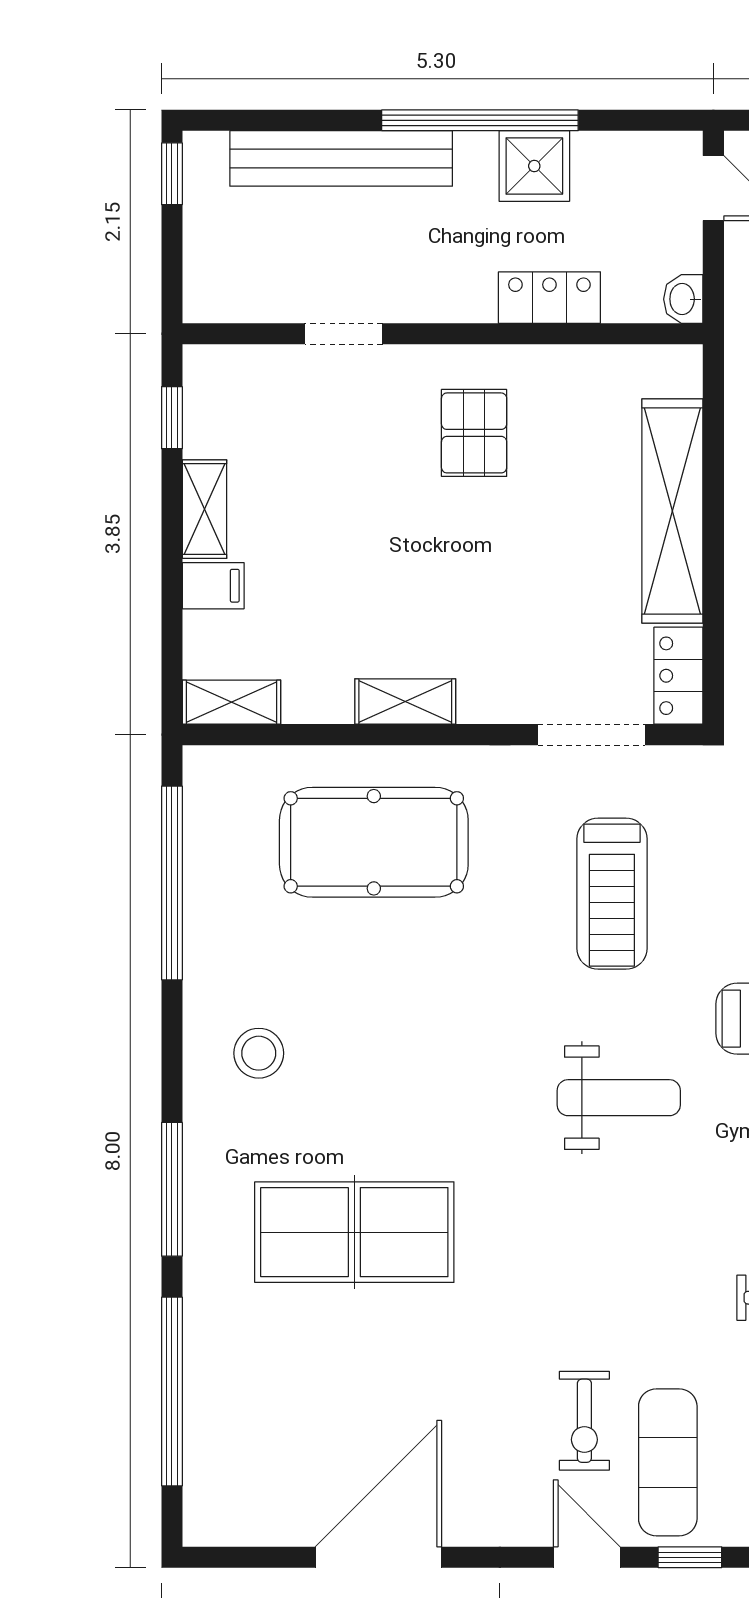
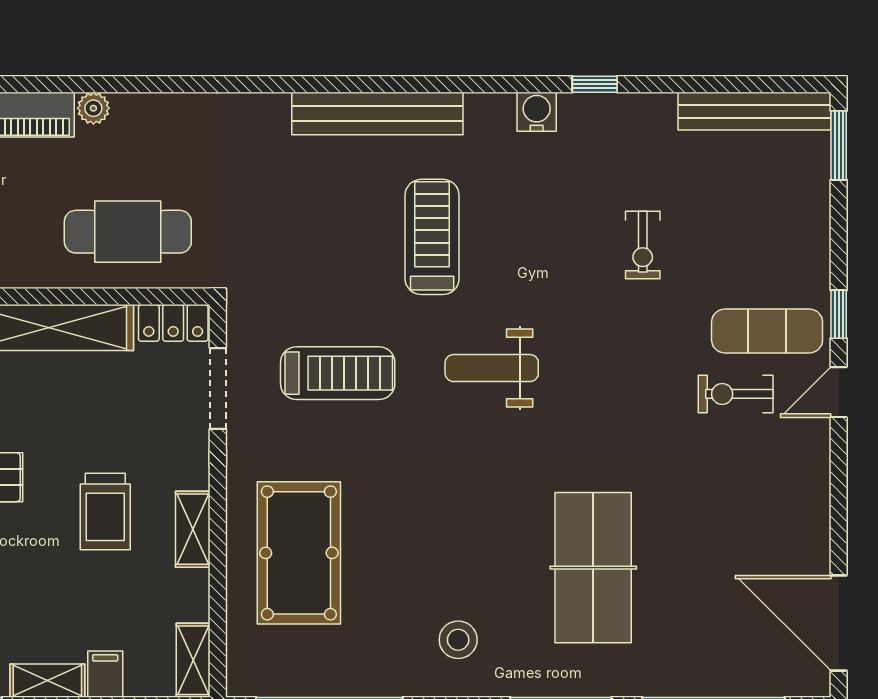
trolley: (429, 586) -> (105, 511), added
weight bench: (619, 1098) -> (492, 368), turned -90
exercise bike: (584, 1421) -> (736, 394), turned 180
door: (378, 1557) -> (839, 623), moved

